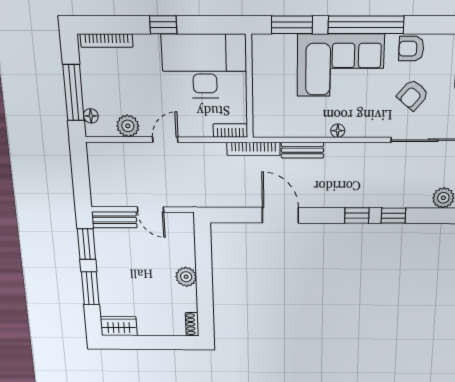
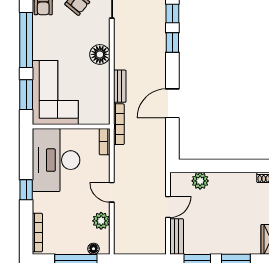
corner sofa: (340, 65) -> (55, 93), moved
floor lamp: (338, 131) -> (100, 54), width x1.89, depth x1.89
plant: (186, 277) -> (200, 181), moved

